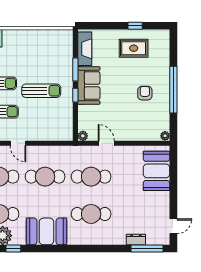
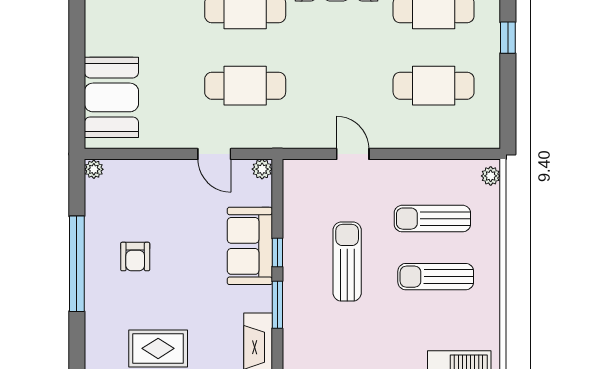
sofa: (89, 85) -> (250, 246), moved
sun lounger: (41, 91) -> (347, 262), turned 90
door: (18, 143) -> (353, 154), moved
cafe table: (45, 177) -> (339, 86), removed

